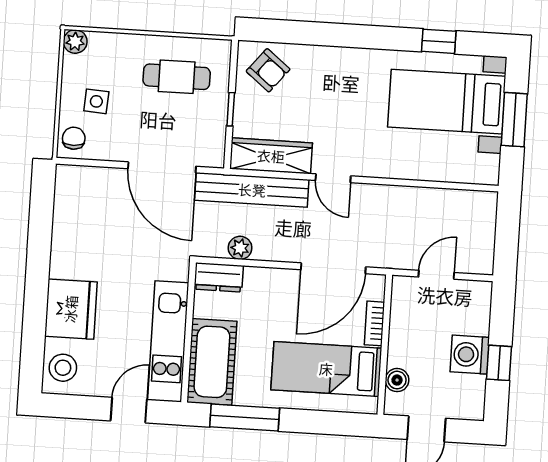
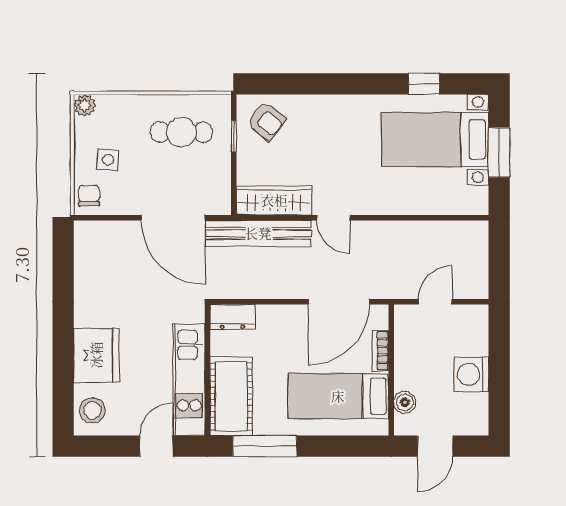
window: (231, 109) -> (234, 136), moved
plant: (240, 248) -> (251, 288), removed
window: (499, 363) -> (499, 380), removed

